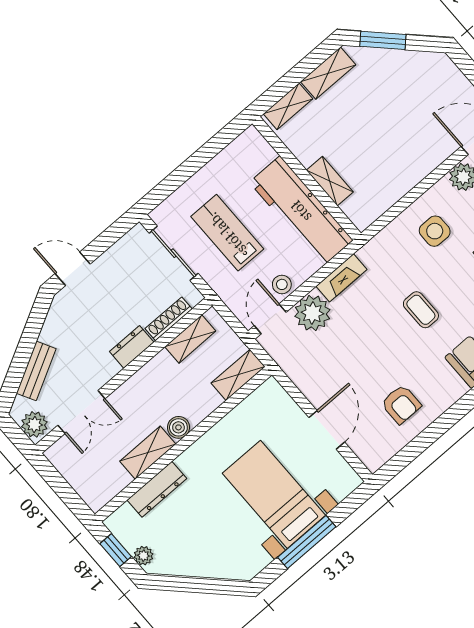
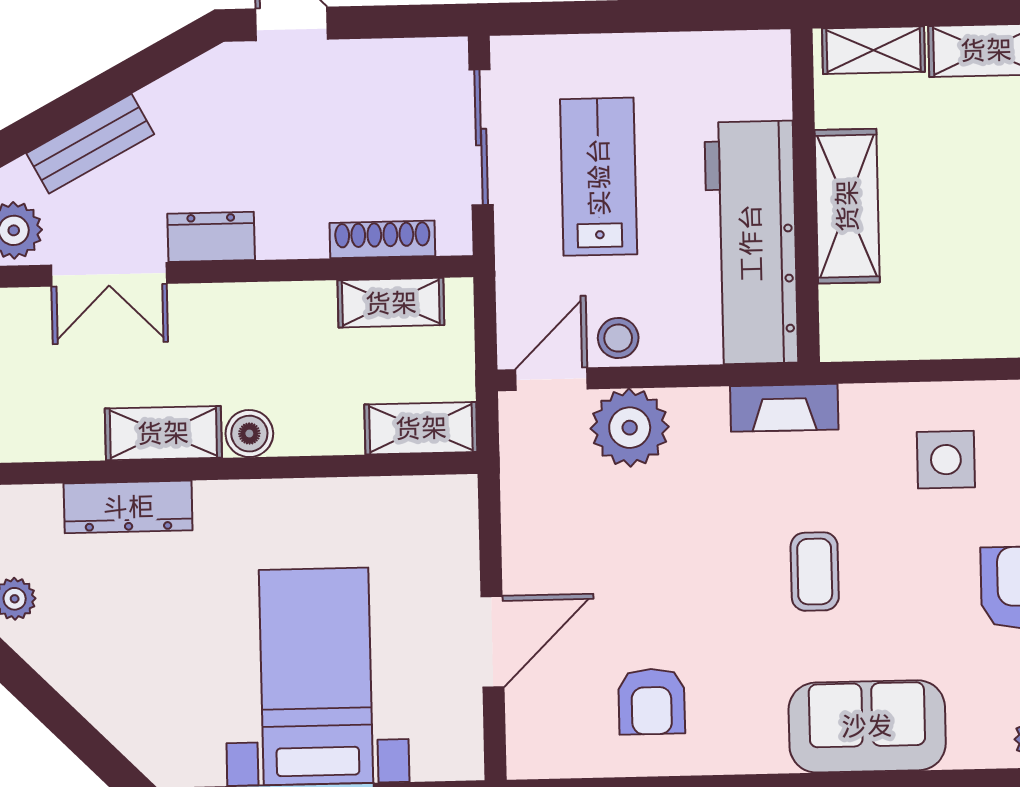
shelving: (330, 181) -> (847, 206), width x1.50, depth x1.33
fireplace: (342, 278) -> (784, 408), moved
dresser: (132, 347) -> (211, 237), moved

